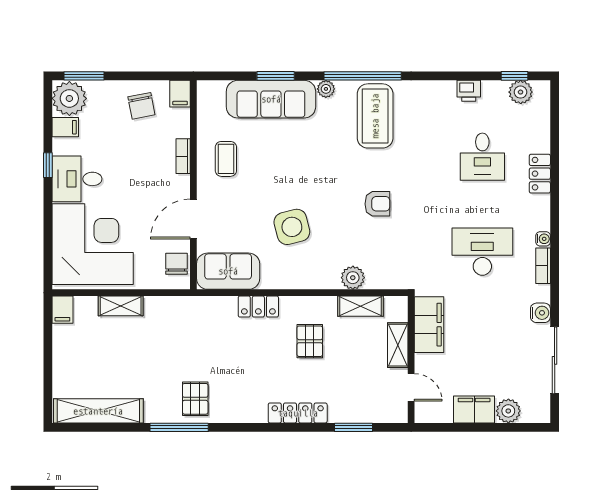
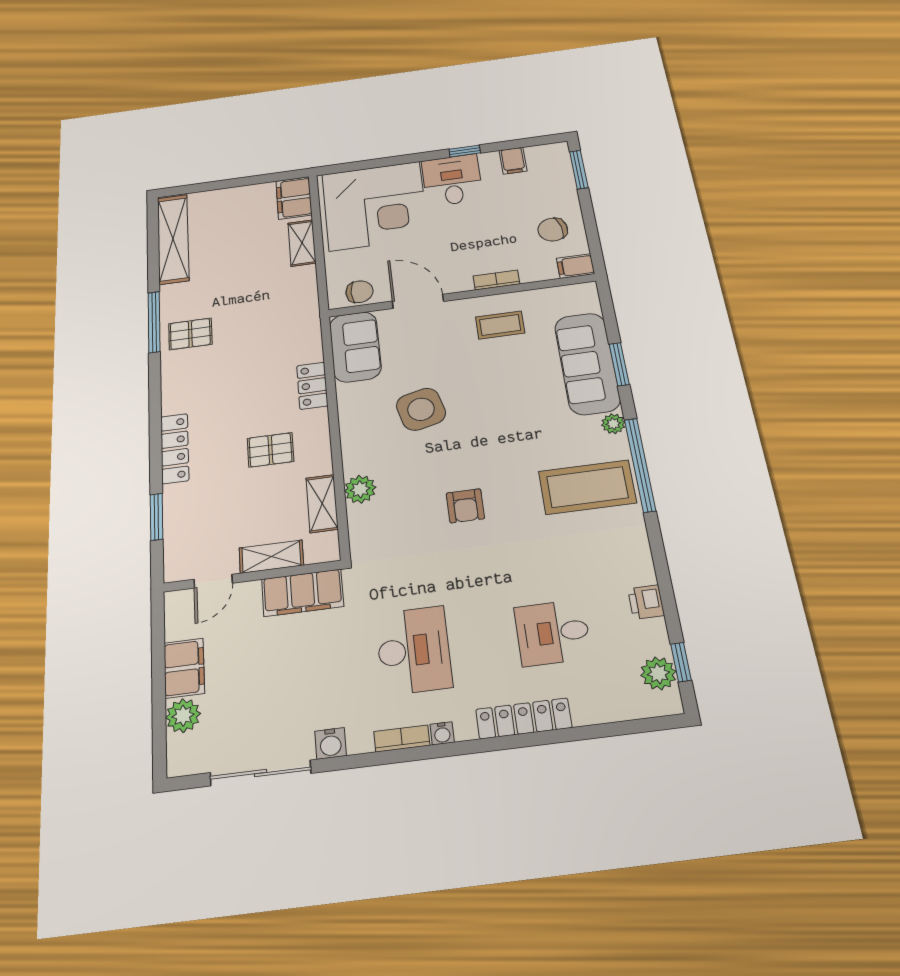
plant: (69, 98) -> (549, 160), removed
locker: (540, 174) -> (524, 718), width x1.53
filing cabinet: (62, 310) -> (294, 198), width x2.00

